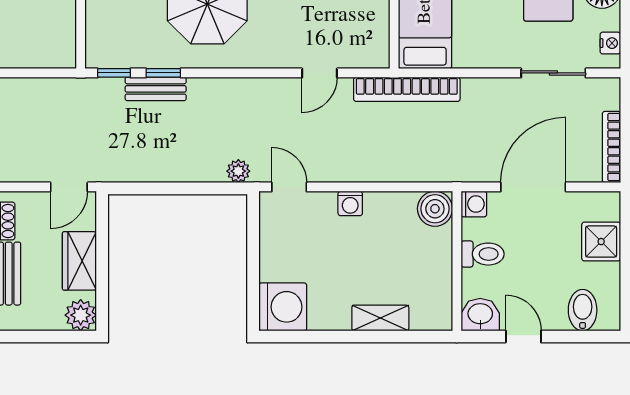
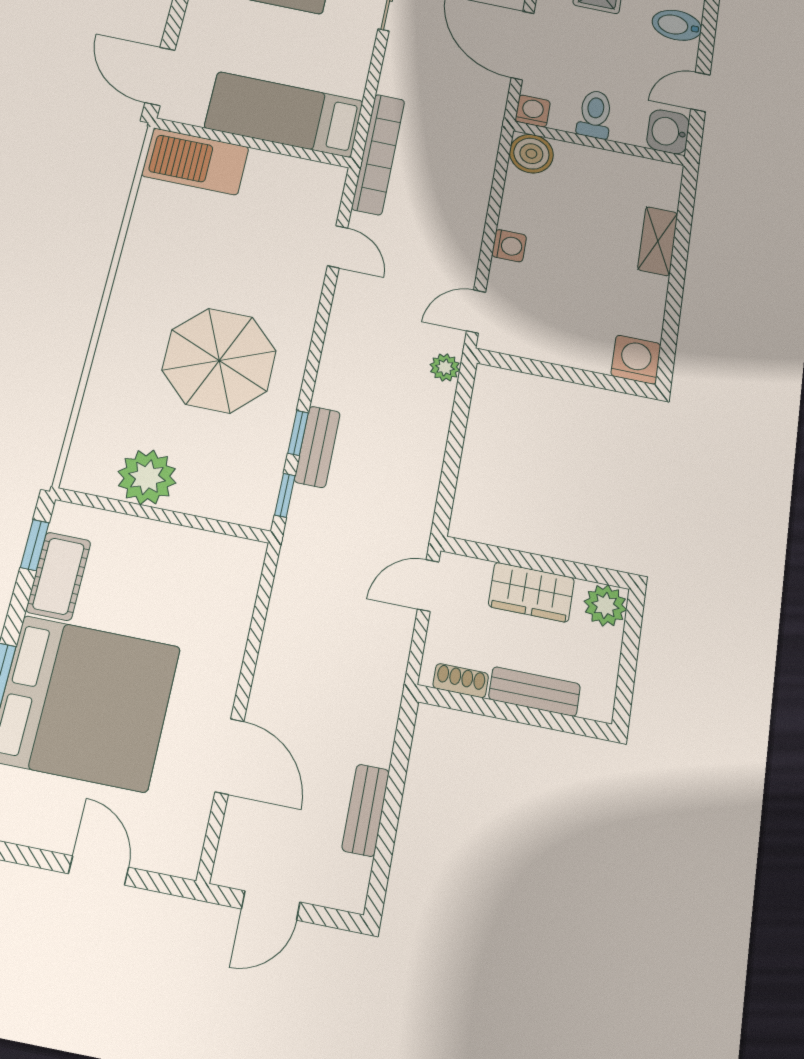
door: (69, 187) -> (428, 585), swing flipped
washing machine: (283, 307) -> (636, 360), width x0.73, depth x0.73

